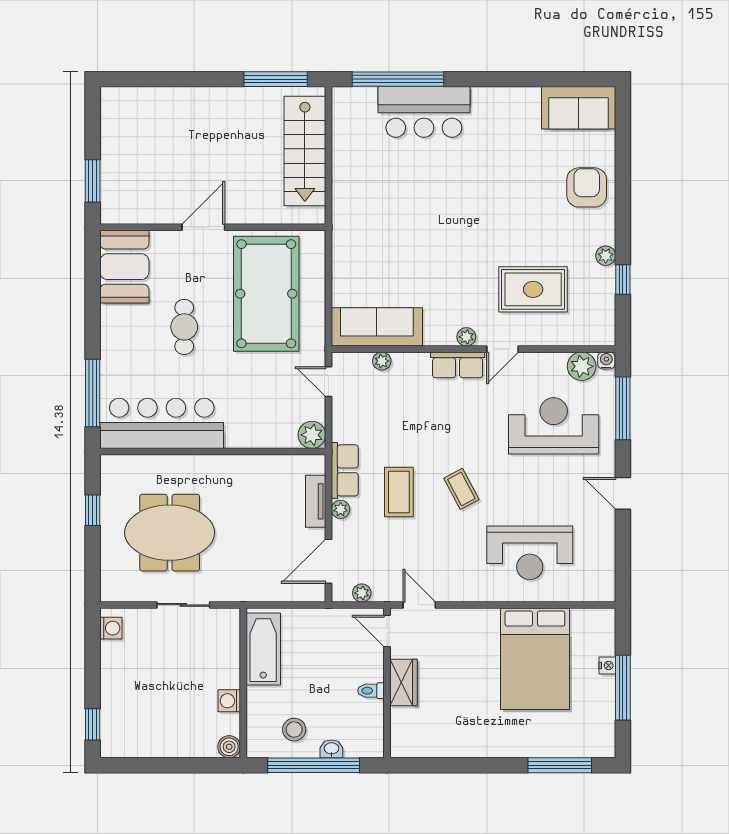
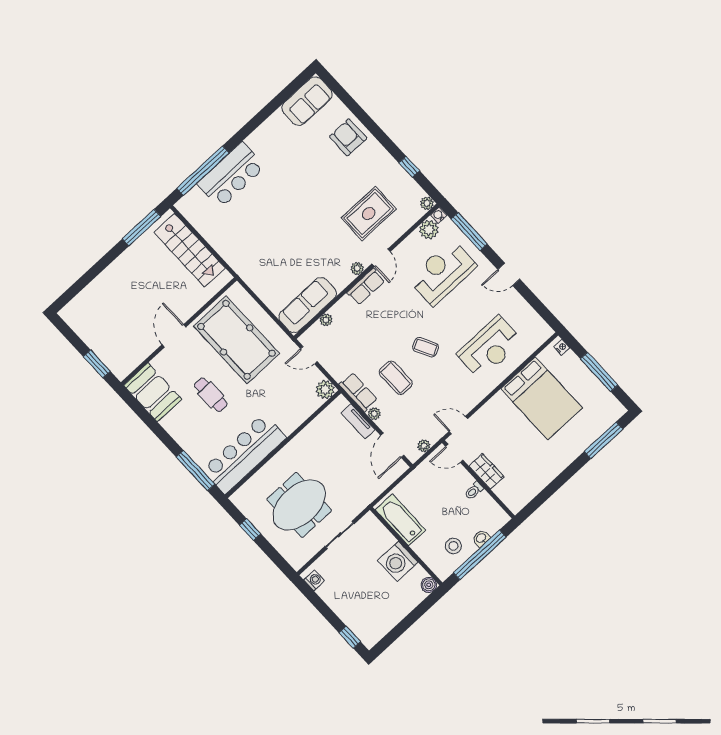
plant: (606, 256) -> (427, 203), moved
nightstand: (607, 666) -> (562, 347), moved
washing machine: (229, 701) -> (398, 561), width x1.89, depth x1.89

